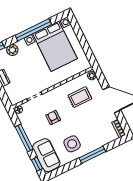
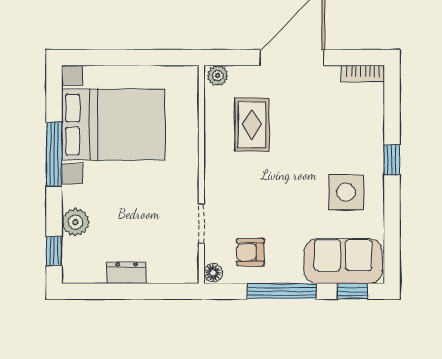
window: (33, 30) -> (54, 154), width x0.68
armchair: (53, 118) -> (250, 252), moved
window: (92, 155) -> (392, 160), width x0.46

